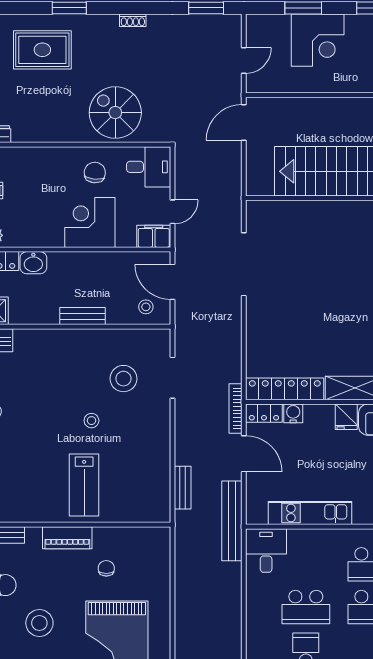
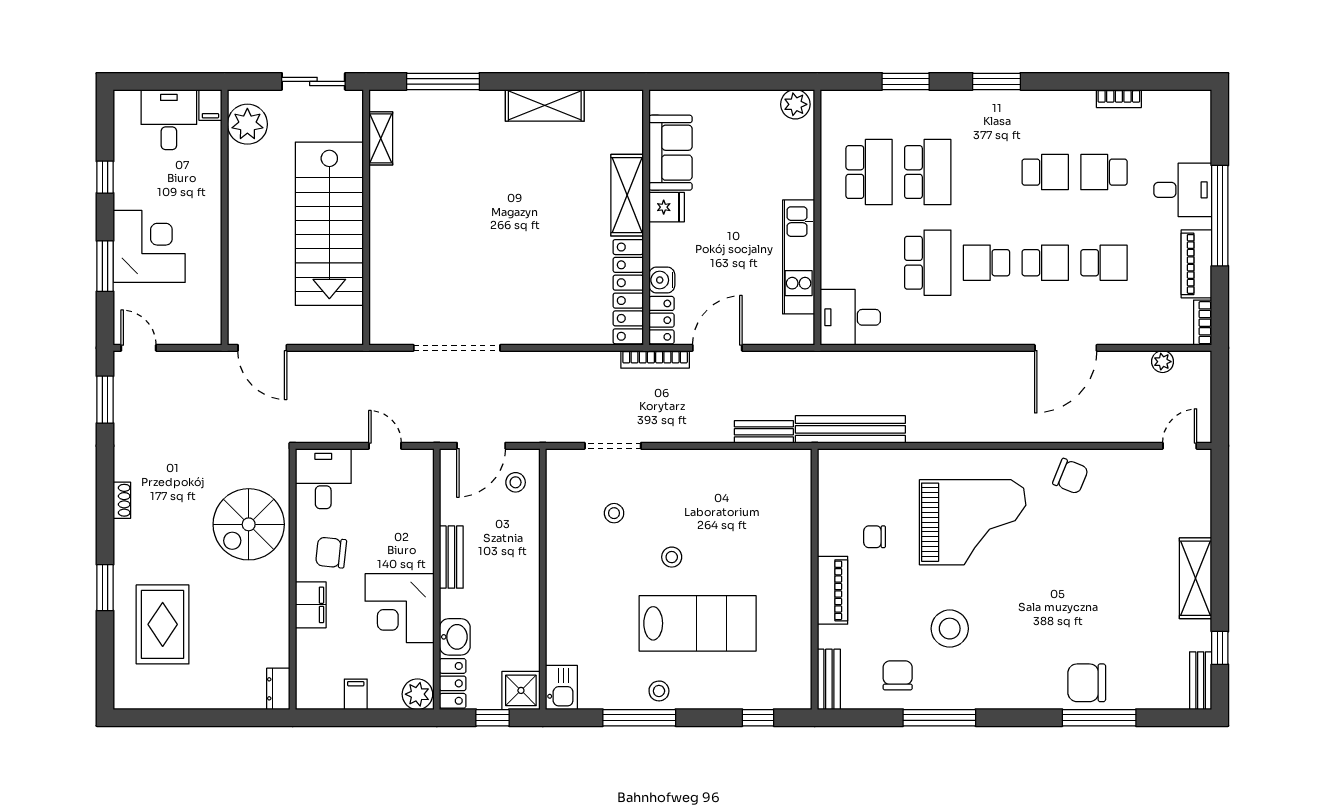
door: (244, 60) -> (139, 348), moved
corner desk: (90, 222) -> (400, 608), moved
filing cabinet: (154, 236) -> (311, 605), moved, turned 180
bench: (82, 316) -> (451, 557), moved
stool: (123, 379) -> (614, 513), width x0.53, depth x0.53
lab bench: (84, 485) -> (698, 623), moved, width x1.36, depth x1.39
bench: (232, 521) -> (850, 429), moved

